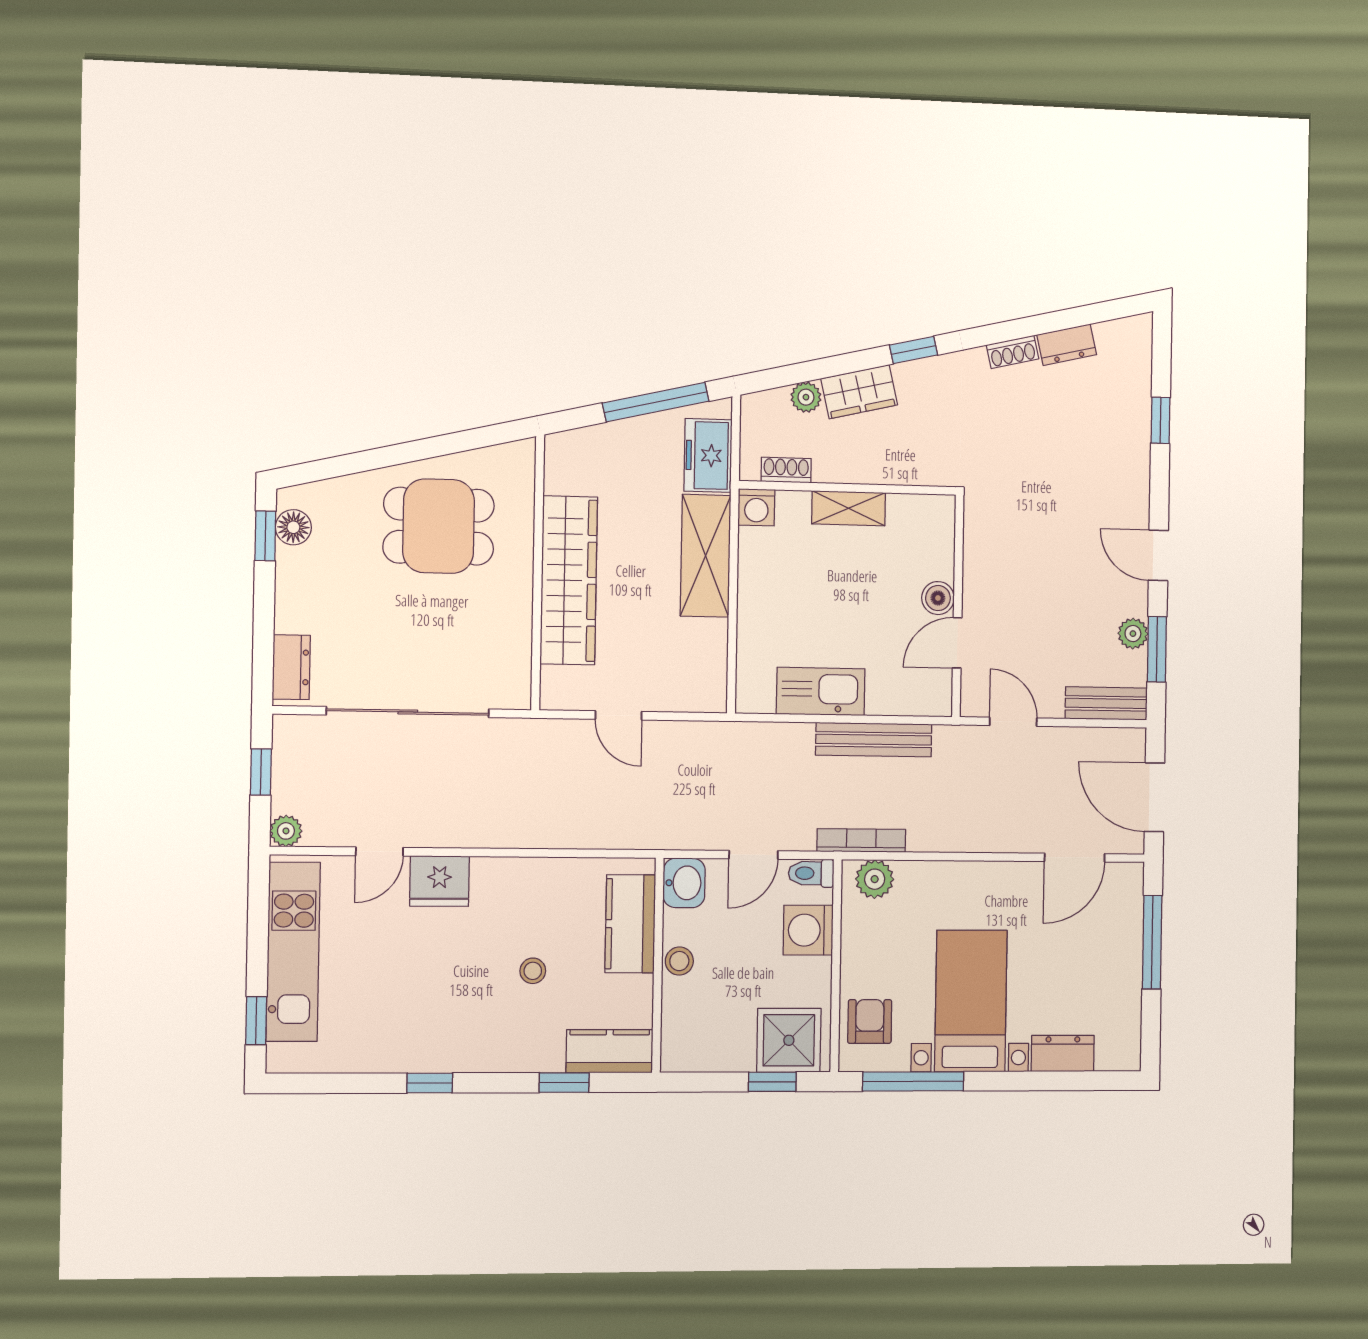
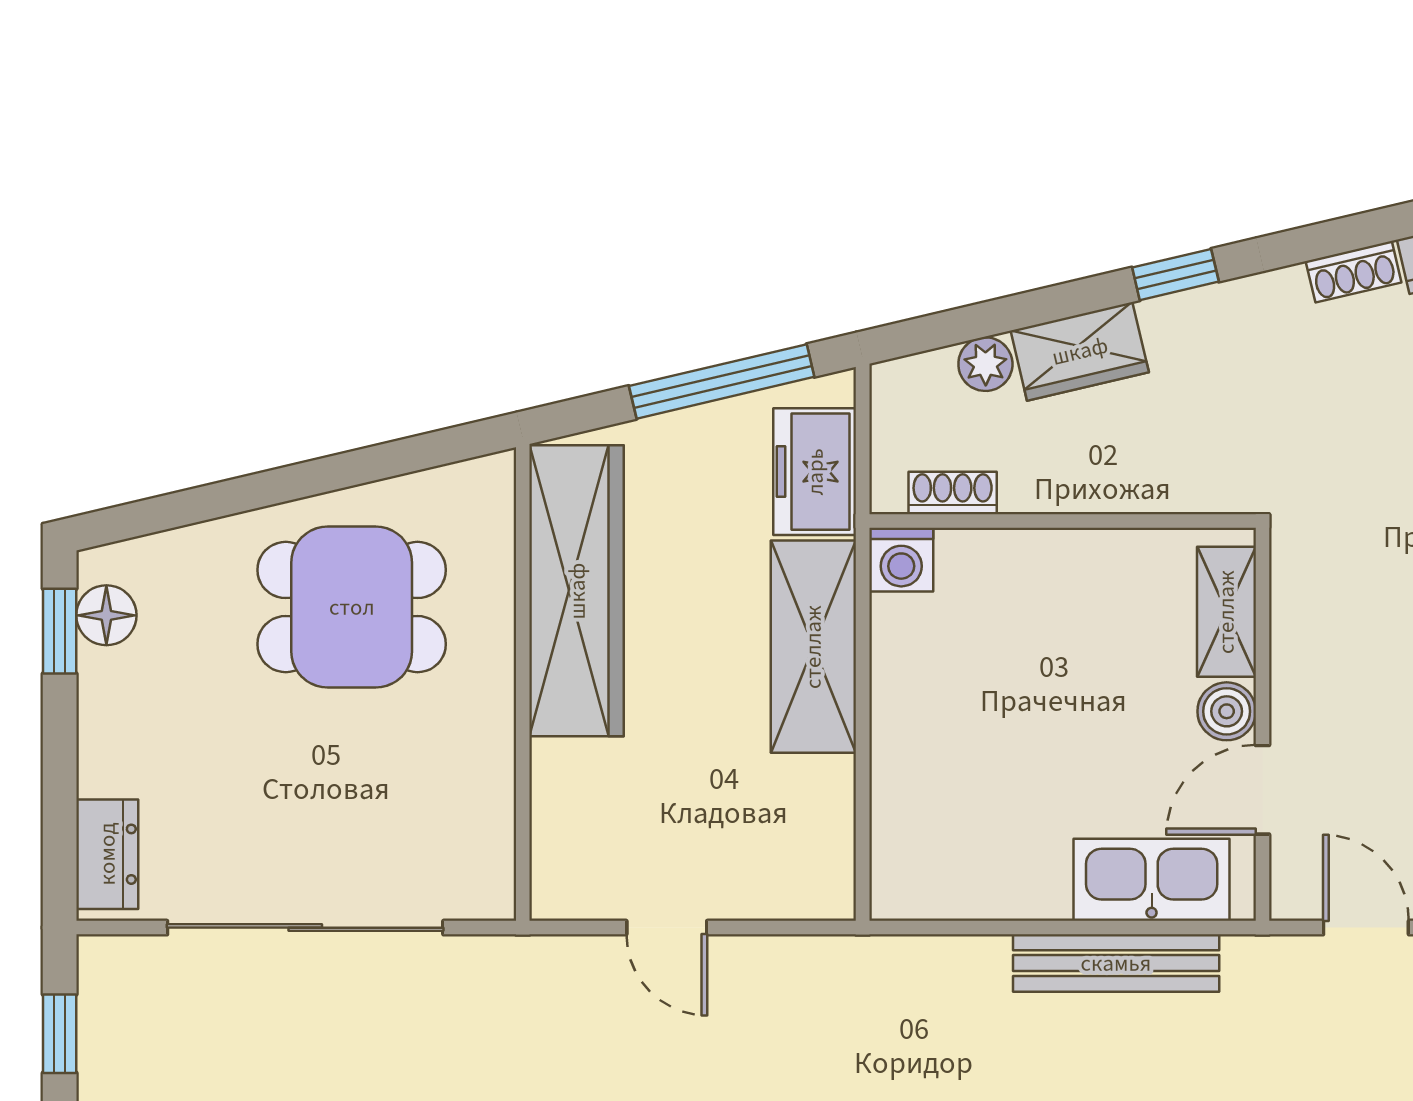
shelving: (849, 508) -> (1226, 612), moved, turned 90
wardrobe: (569, 580) -> (577, 591), moved
kitchen sink: (821, 691) -> (1152, 880), moved

